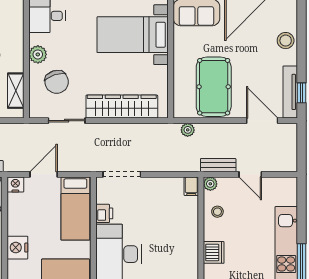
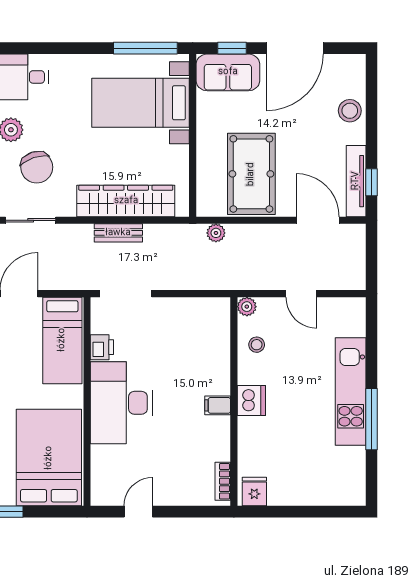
sliding door: (67, 121) -> (31, 220), moved
bench: (218, 165) -> (118, 233), moved
filing cabinet: (191, 186) -> (218, 405), moved, turned 90

